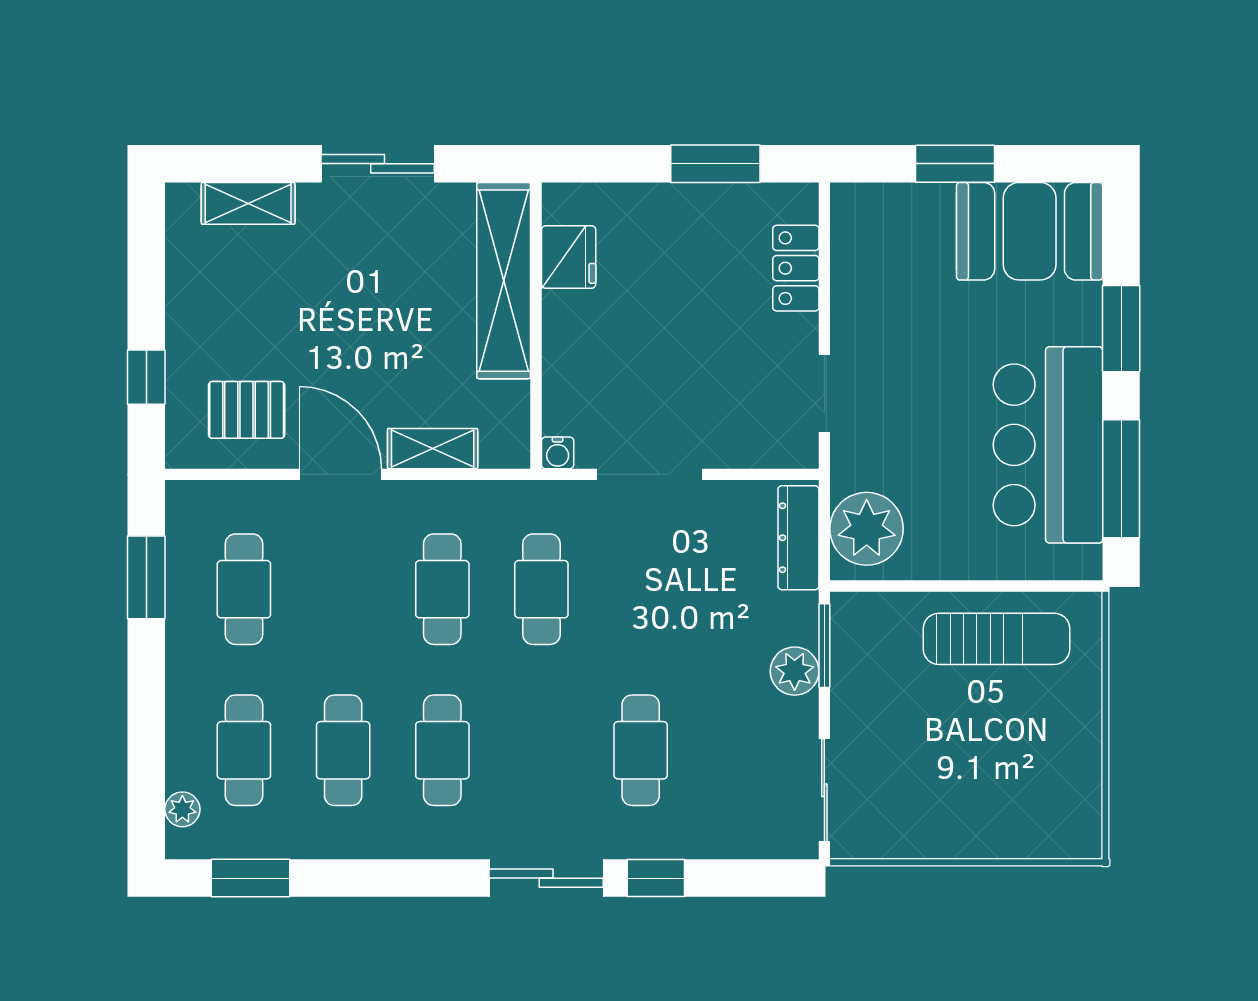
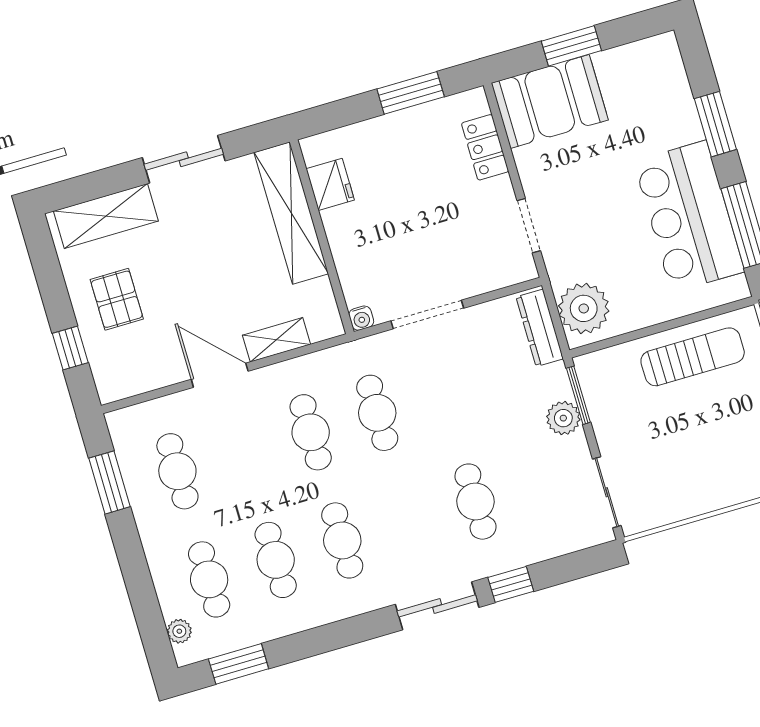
shelving: (248, 203) -> (106, 216), width x1.50, depth x1.33
booth: (1030, 231) -> (550, 101), moved
pallet: (247, 410) -> (117, 299), moved, turned 90

